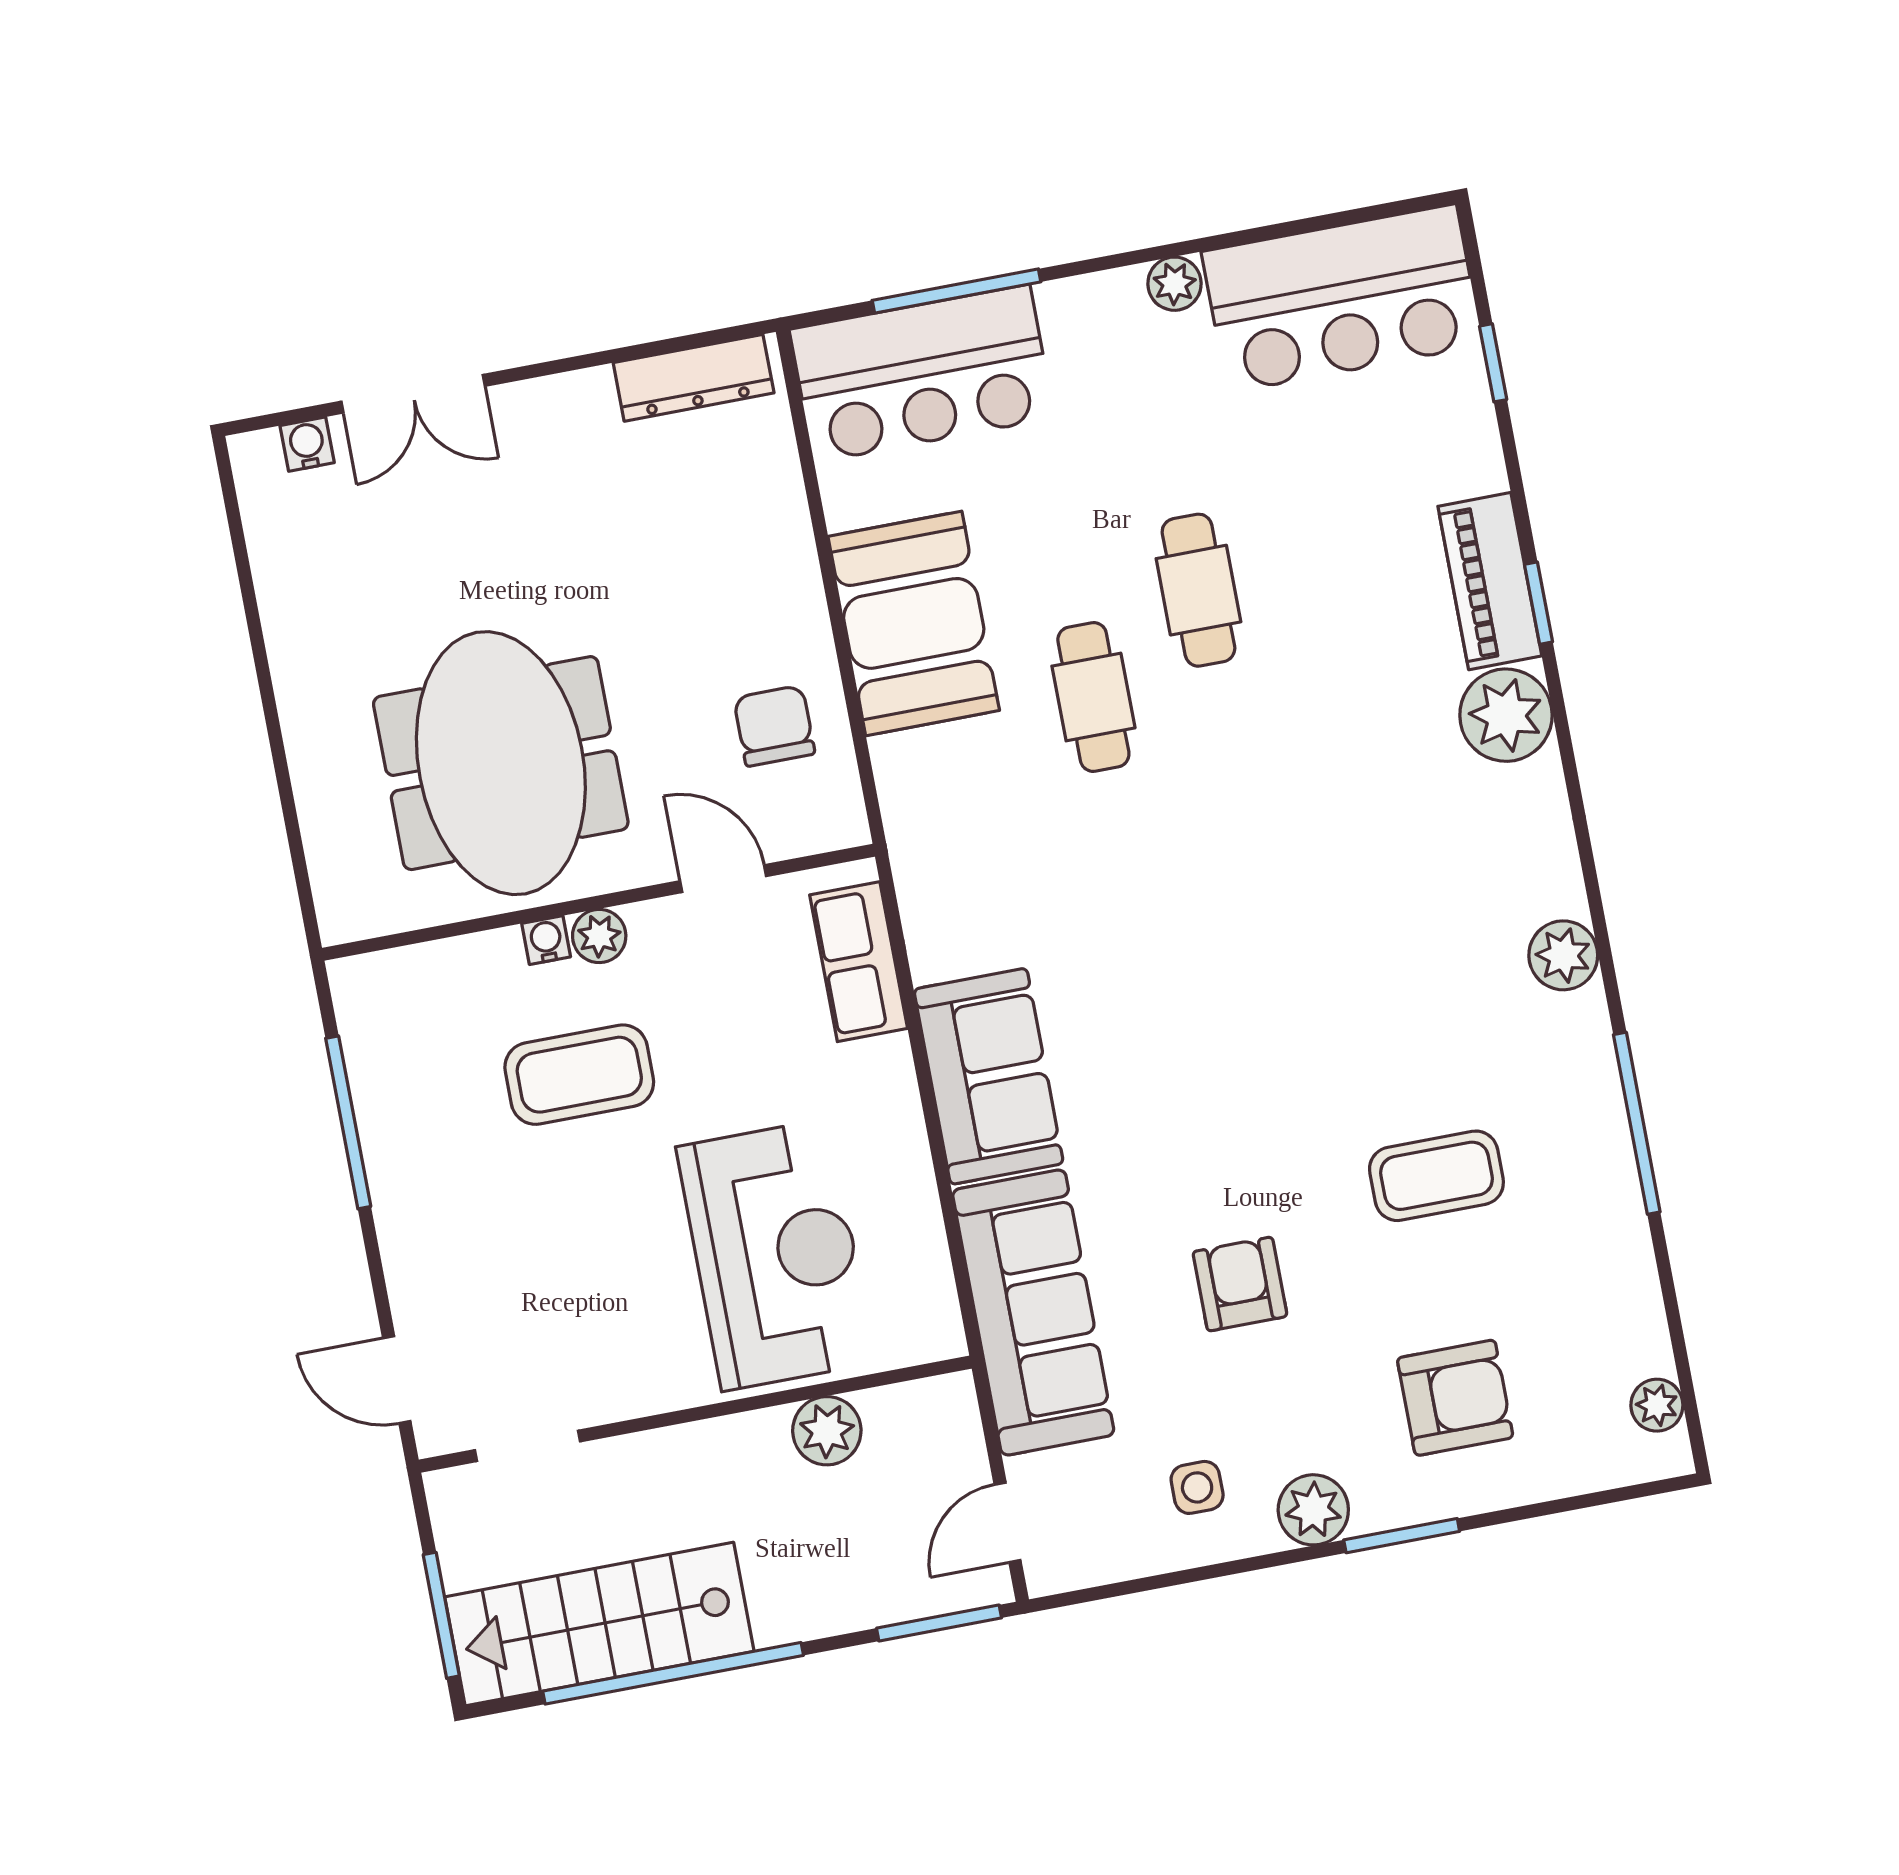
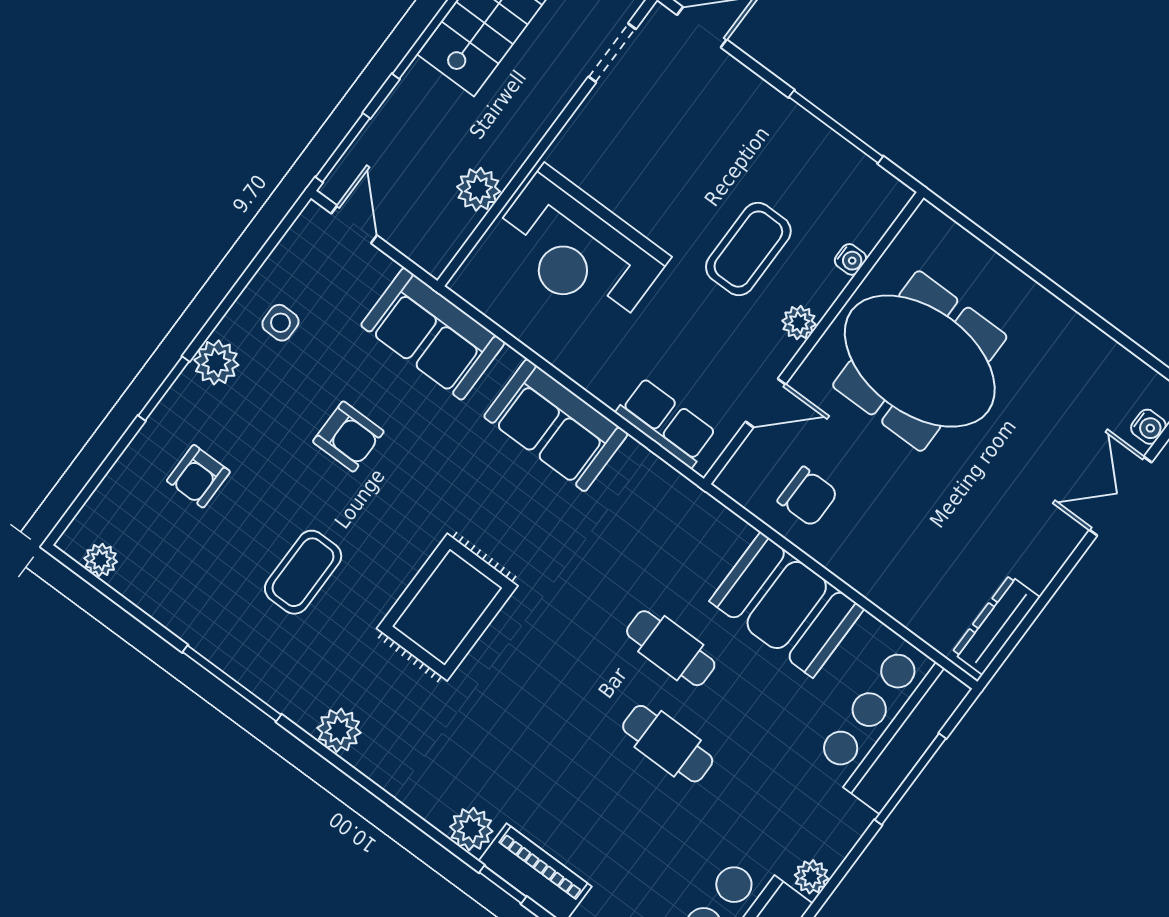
plant: (1506, 715) -> (471, 829), width x0.73, depth x0.73
water cooler: (546, 940) -> (850, 259), moved
rug: (1307, 982) -> (447, 607), added
sofa: (1033, 1312) -> (433, 334), width x0.73
armchair: (1455, 1398) -> (198, 476), width x0.72, depth x0.72

